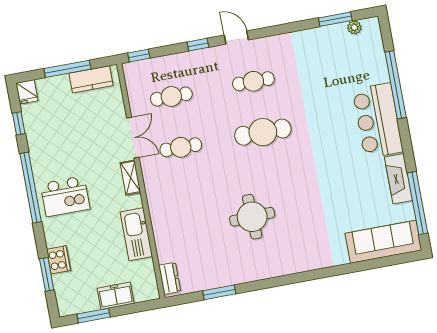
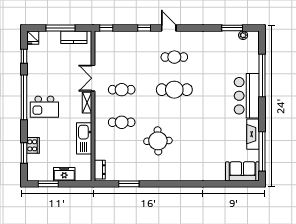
cafe table: (171, 96) -> (122, 122), moved
double door: (133, 138) -> (93, 78), swing flipped
sofa: (383, 242) -> (242, 171), width x0.73

